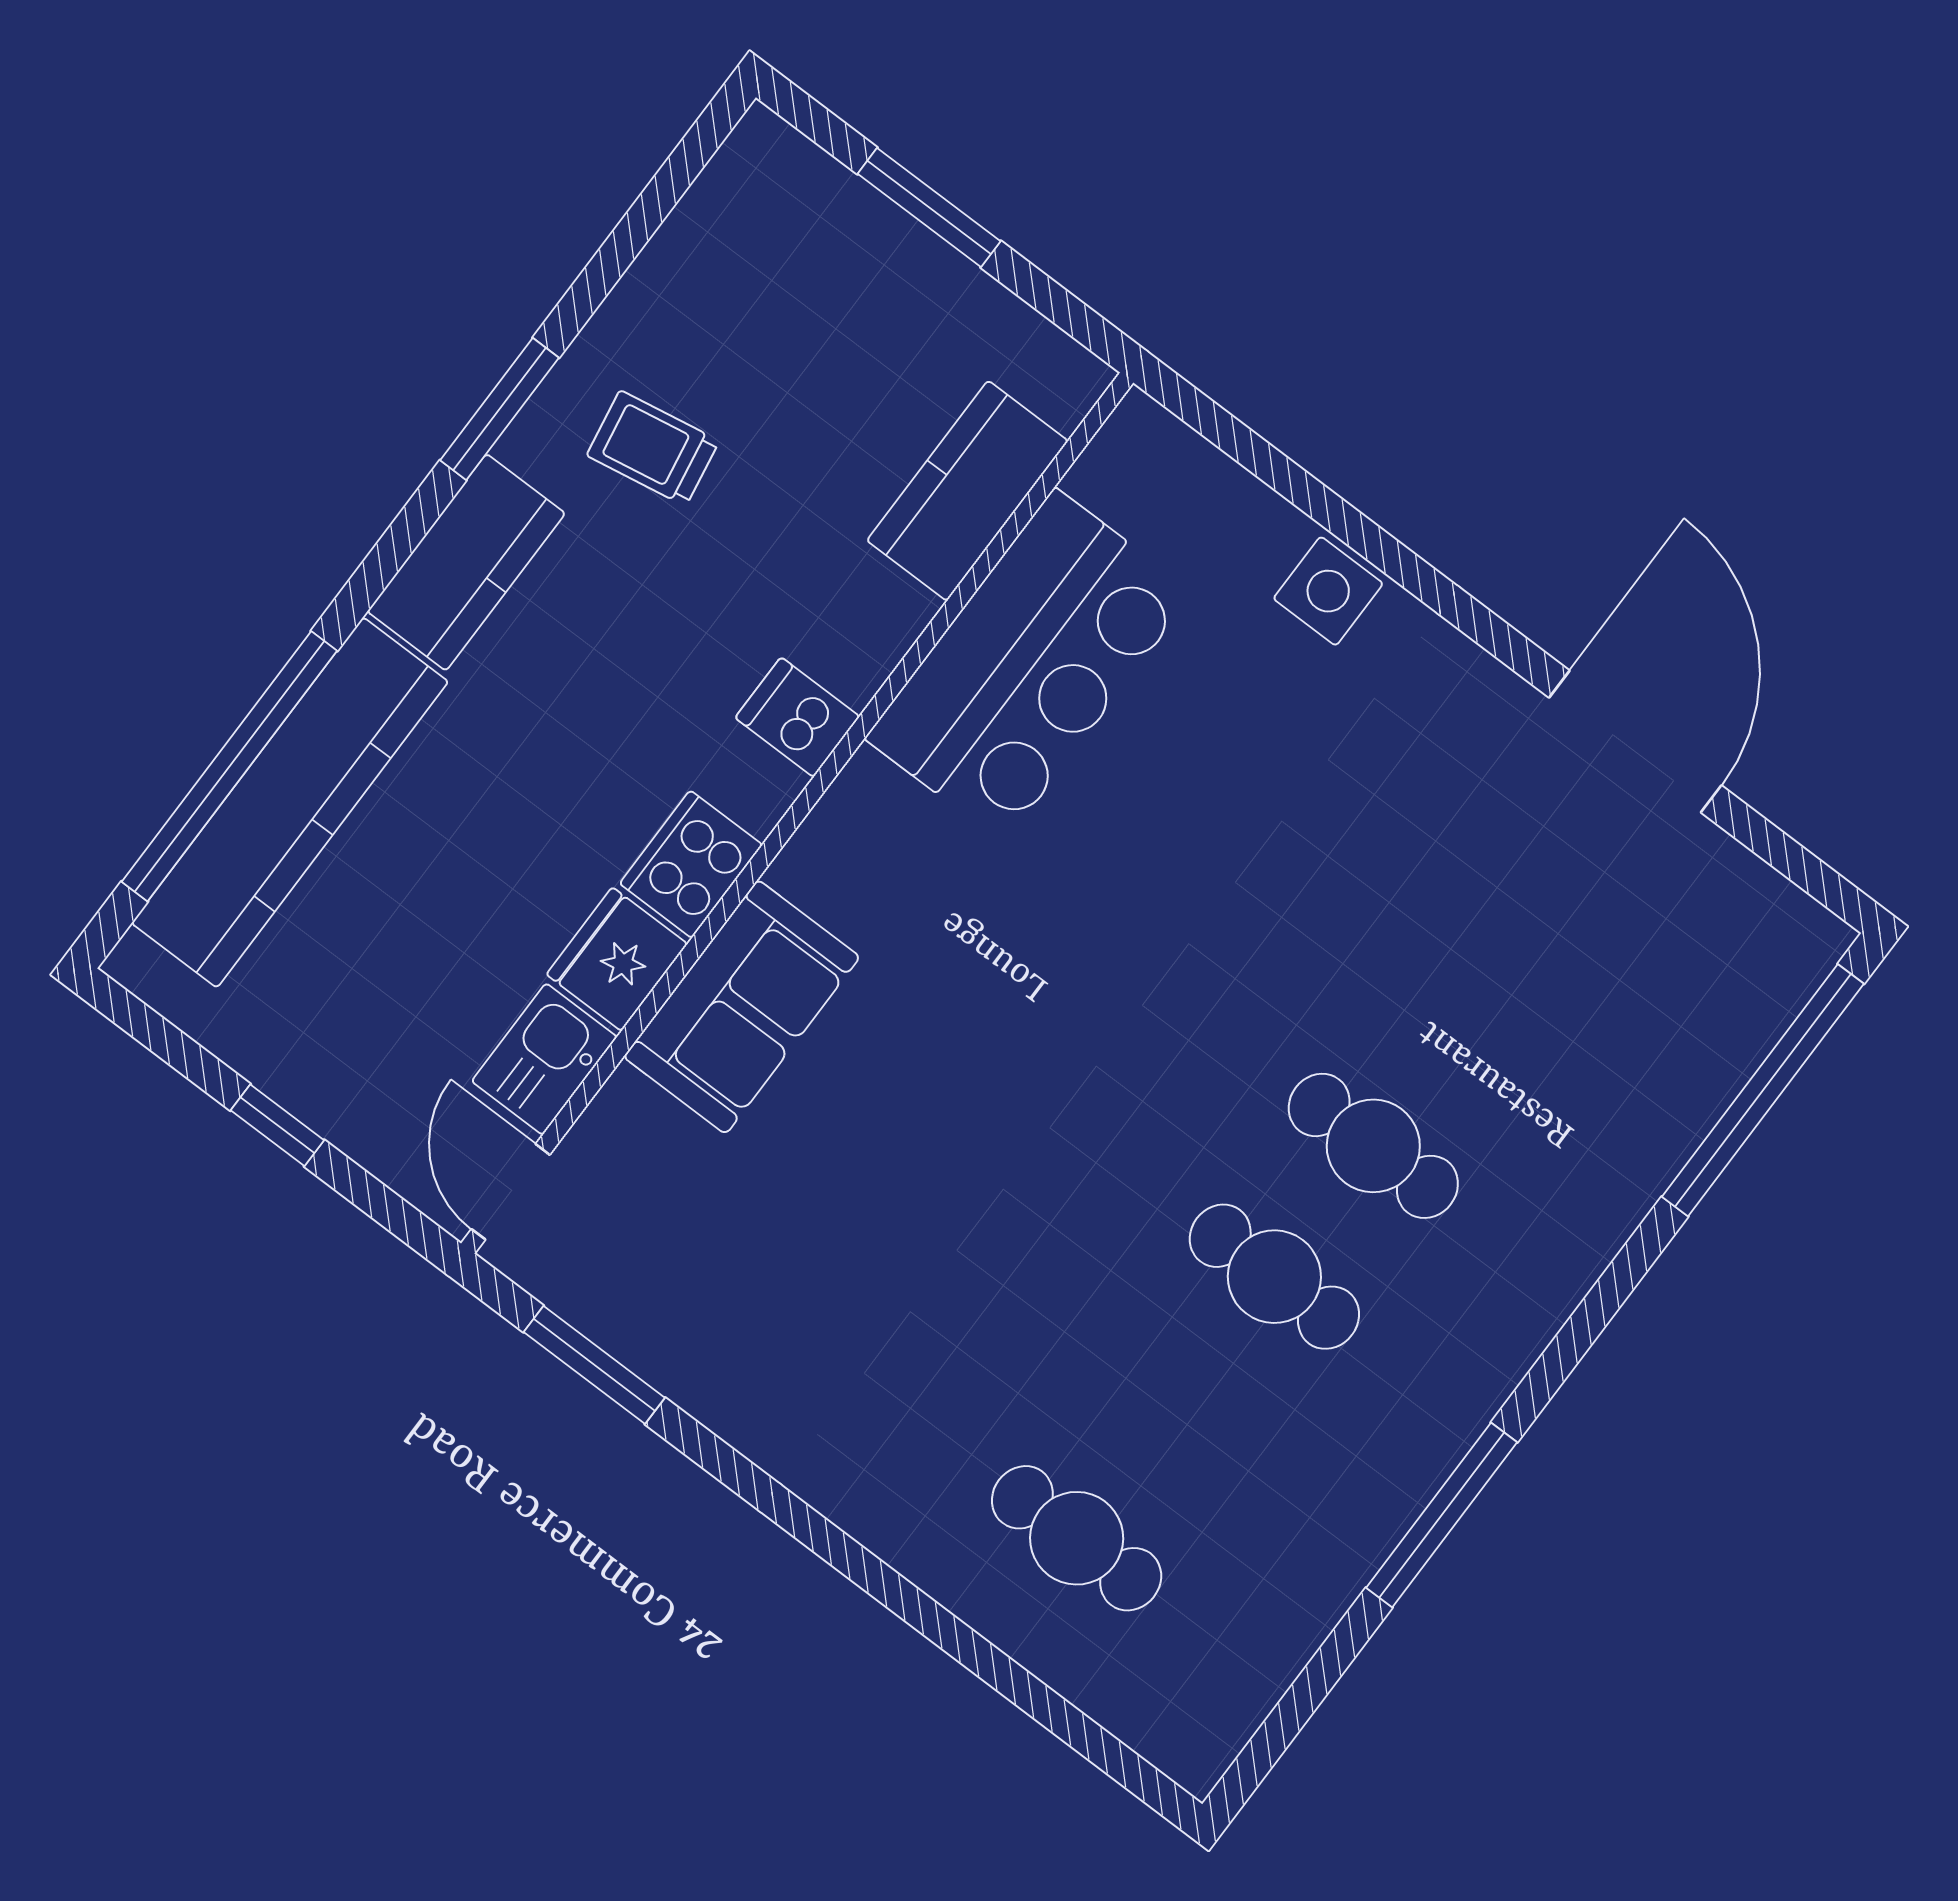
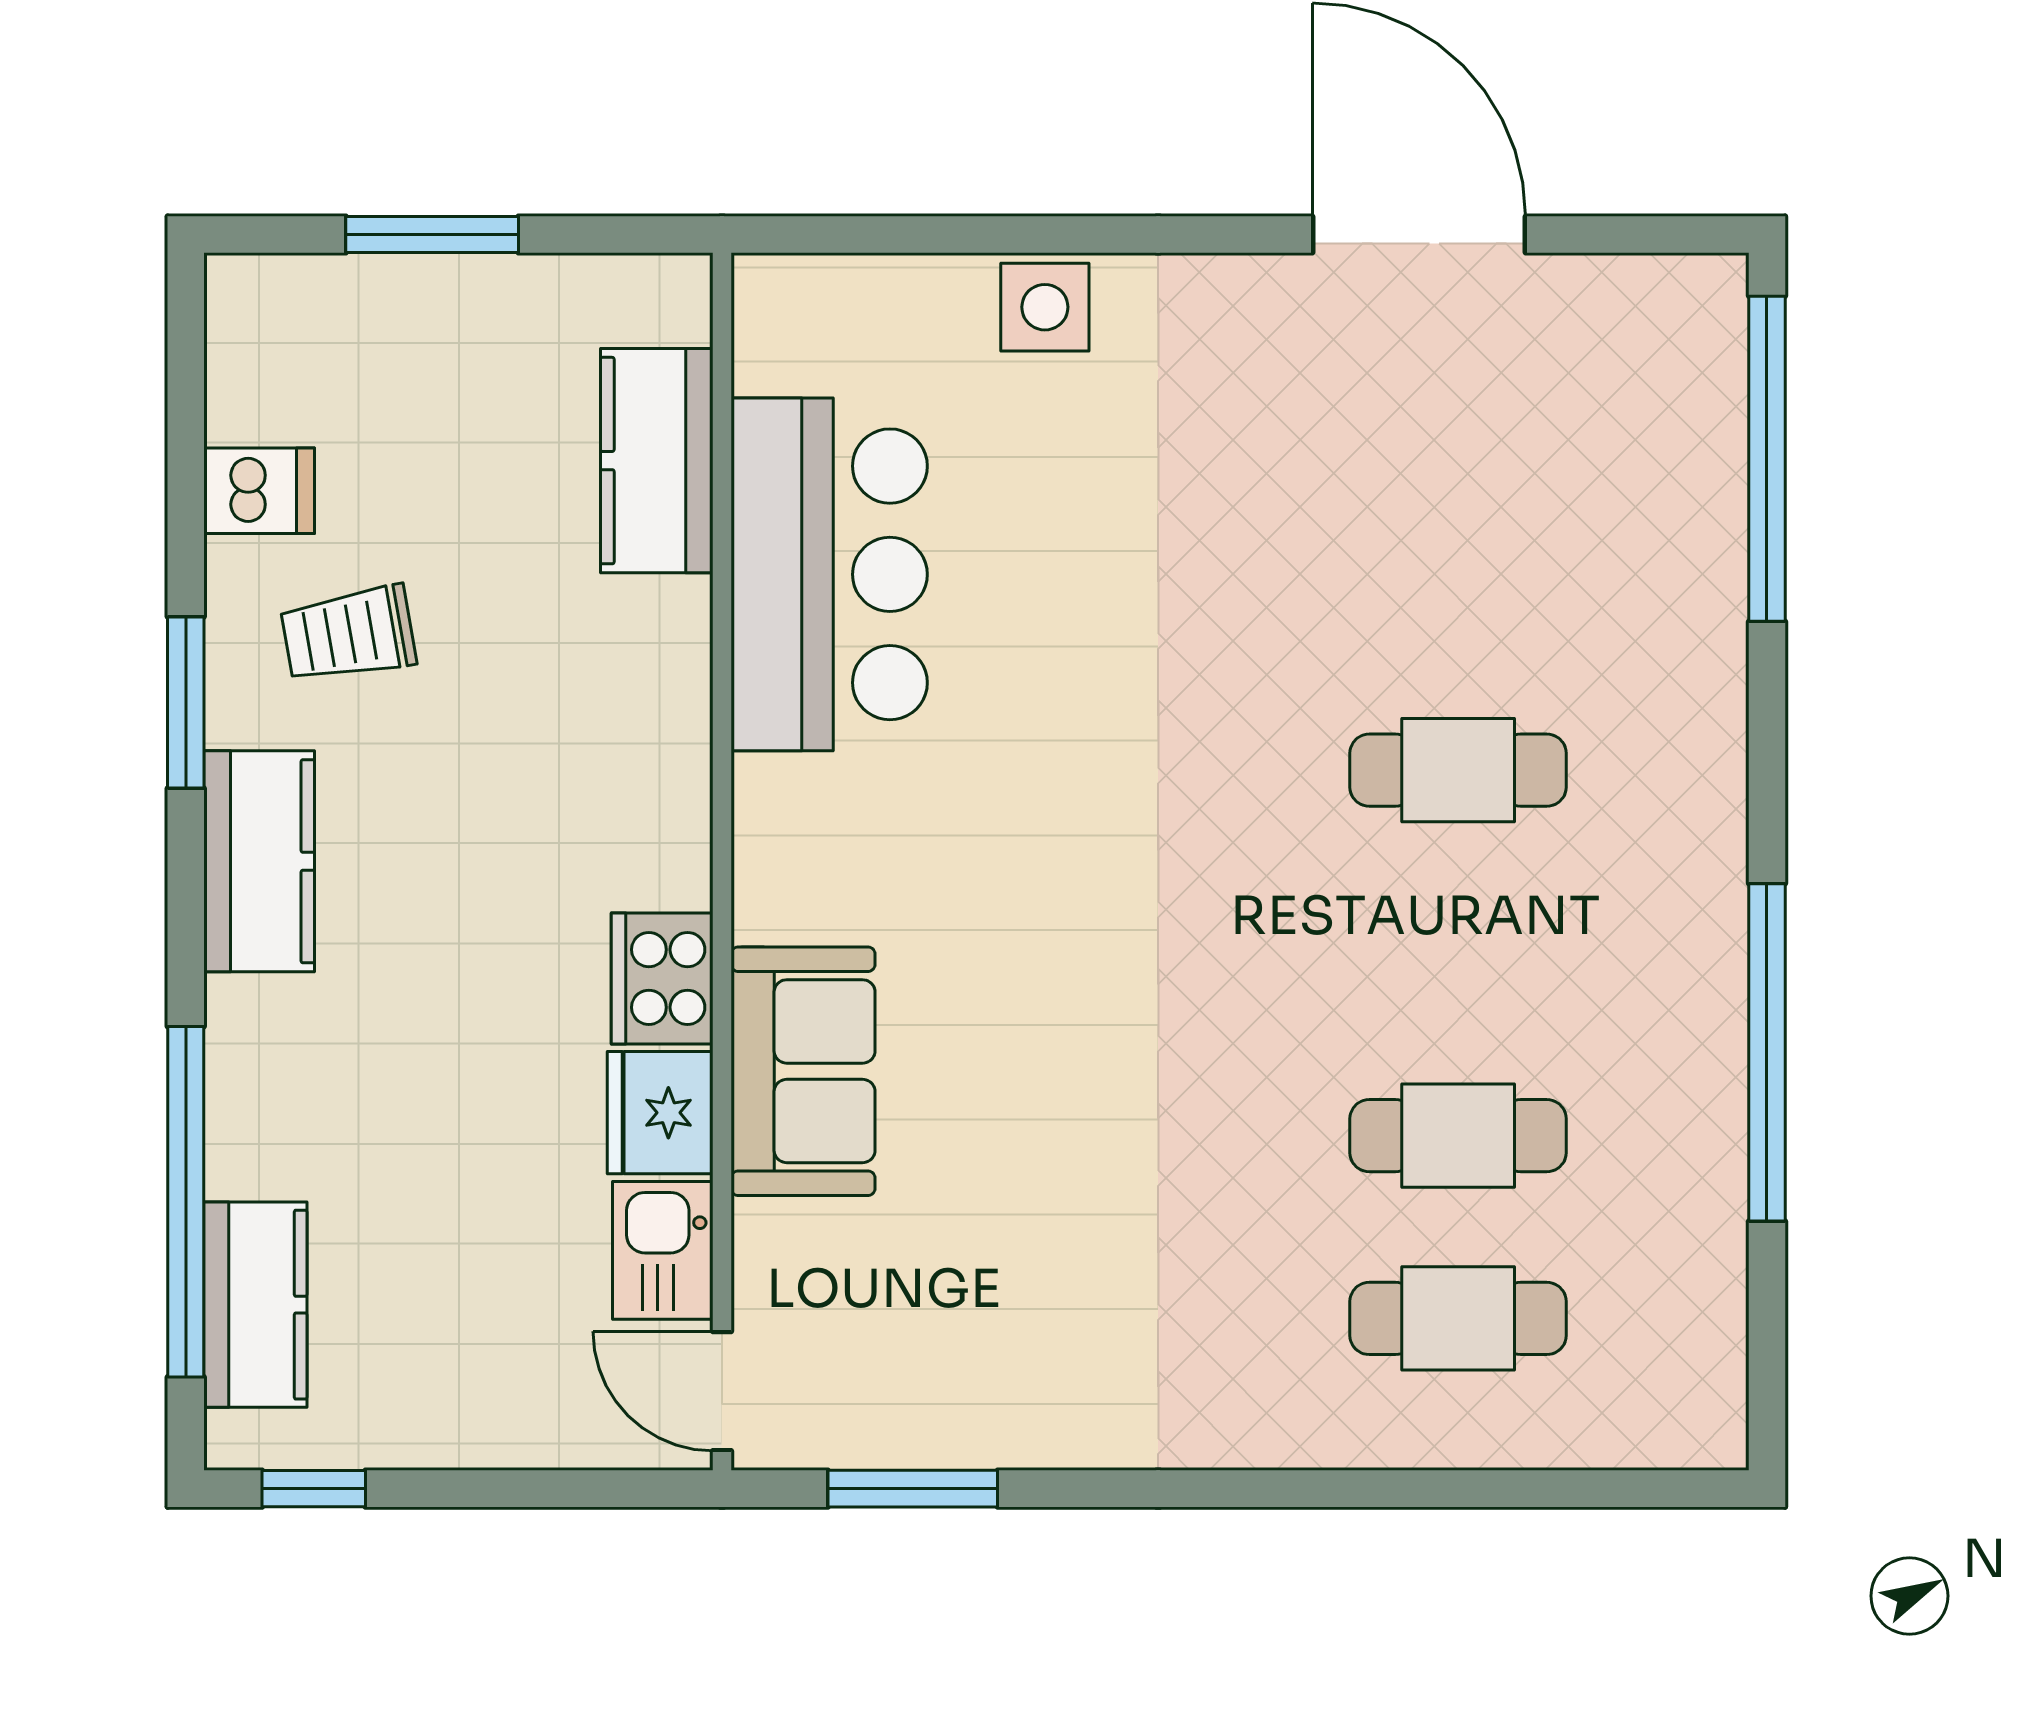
dishwasher: (797, 717) -> (259, 491), moved, turned 180
kitchen counter: (290, 802) -> (255, 1305), width x0.48, depth x0.86
window: (277, 1125) -> (314, 1489), moved
cafe table: (1274, 1277) -> (1458, 1136), moved
window: (1442, 1515) -> (1767, 1052), width x1.46

